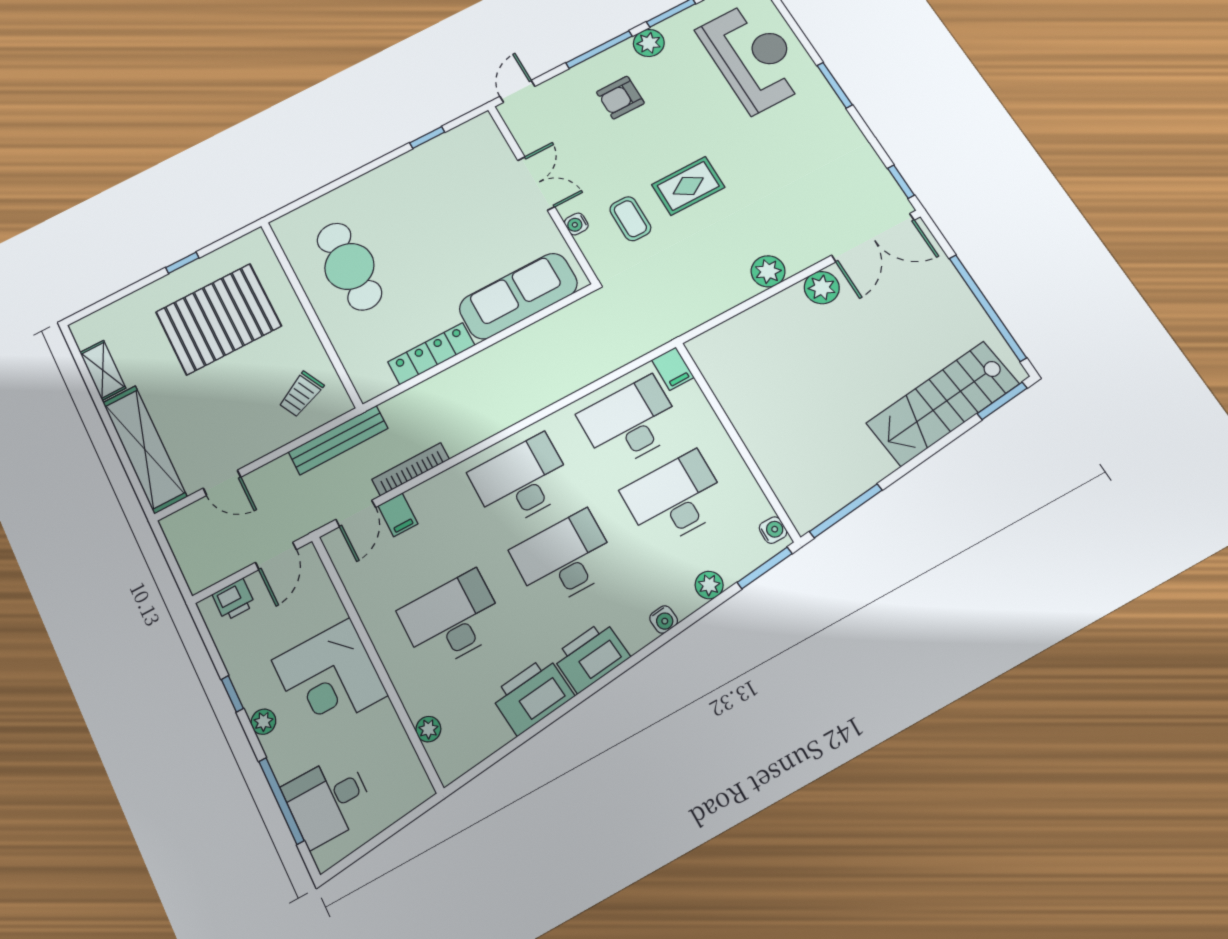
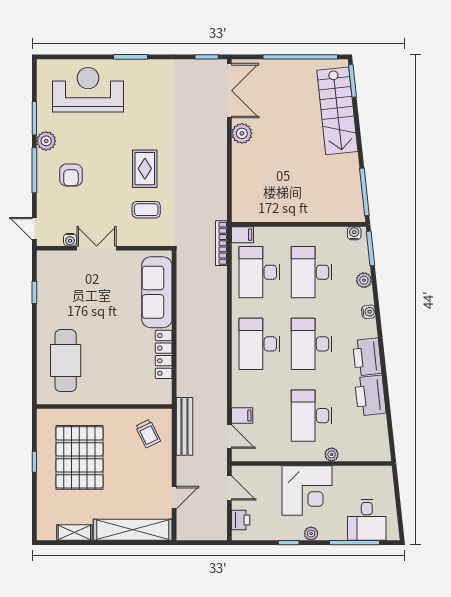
water cooler: (576, 224) -> (70, 240), moved
cafe table: (349, 266) -> (66, 361), moved, turned 90
plant: (768, 271) -> (217, 155), removed
bookcase: (411, 469) -> (221, 243), moved
plant: (428, 729) -> (332, 454), moved

